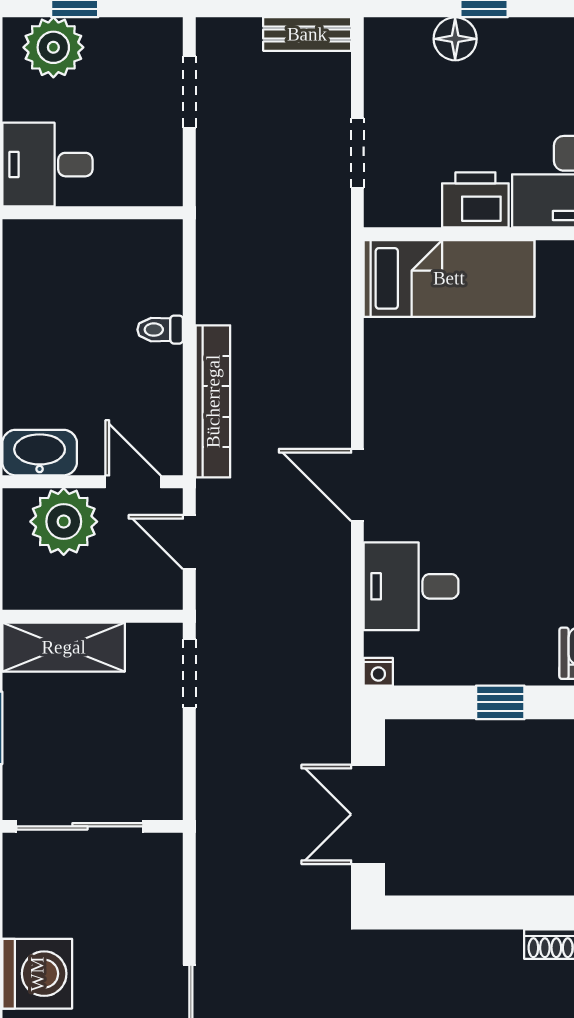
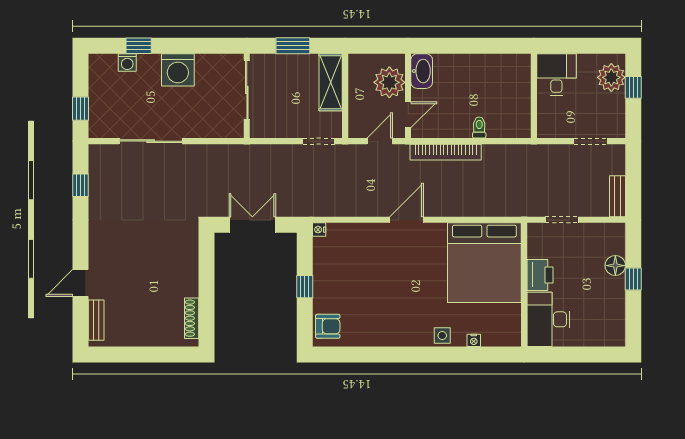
bed: (449, 278) -> (484, 263), width x2.04
desk: (411, 586) -> (359, 245), removed

